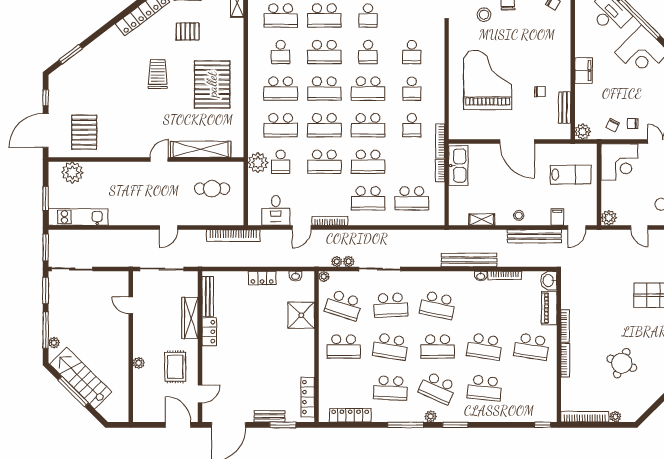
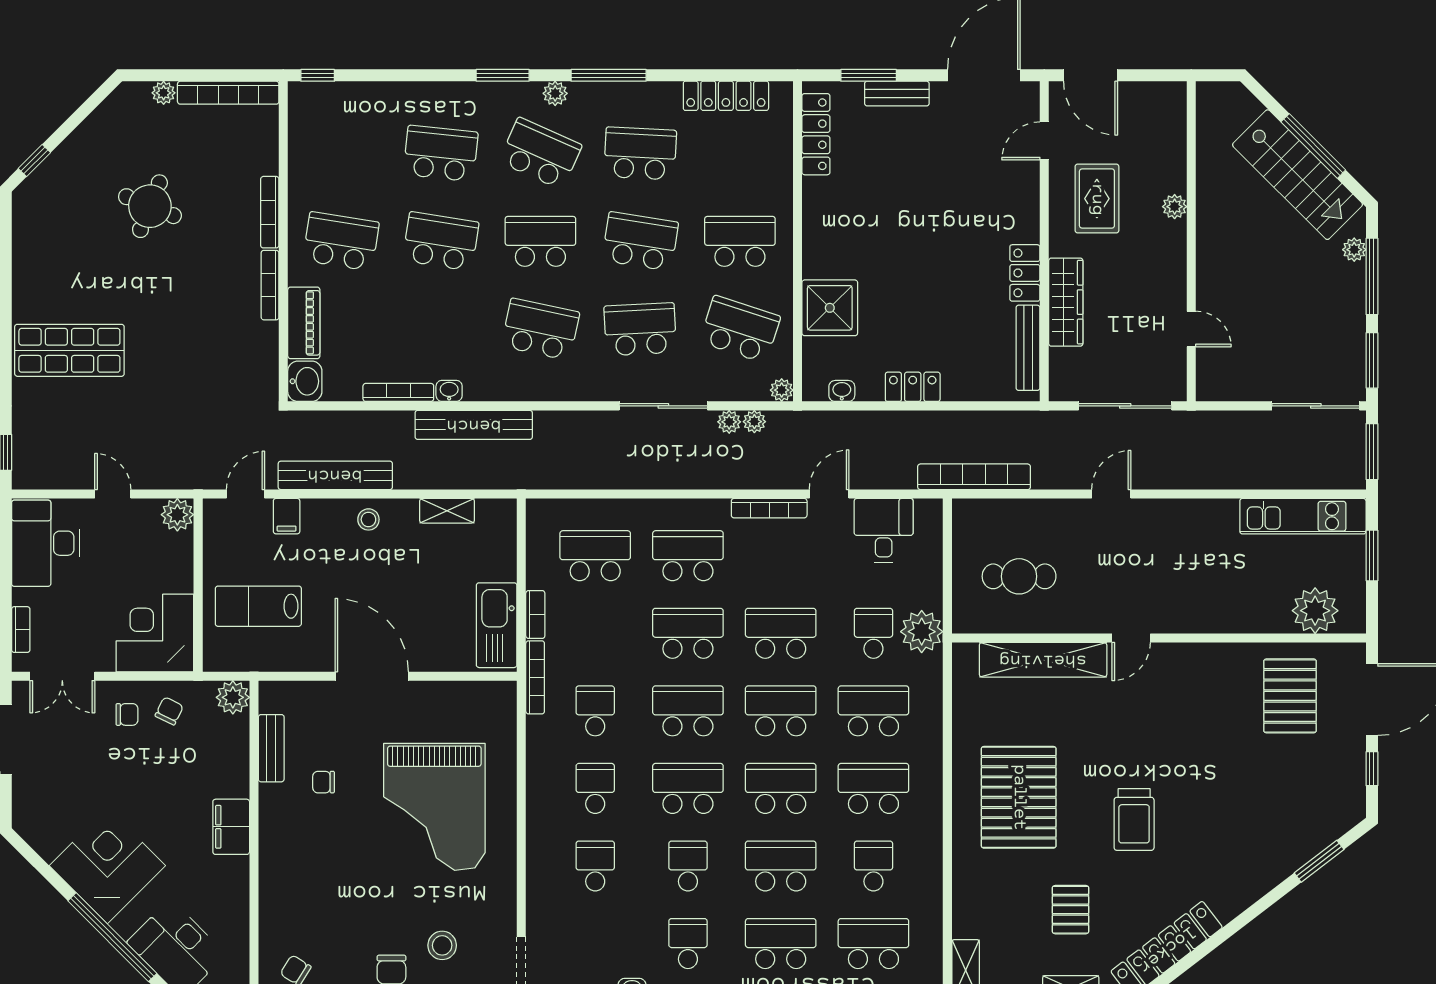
pallet: (188, 31) -> (1071, 910), turned 90

